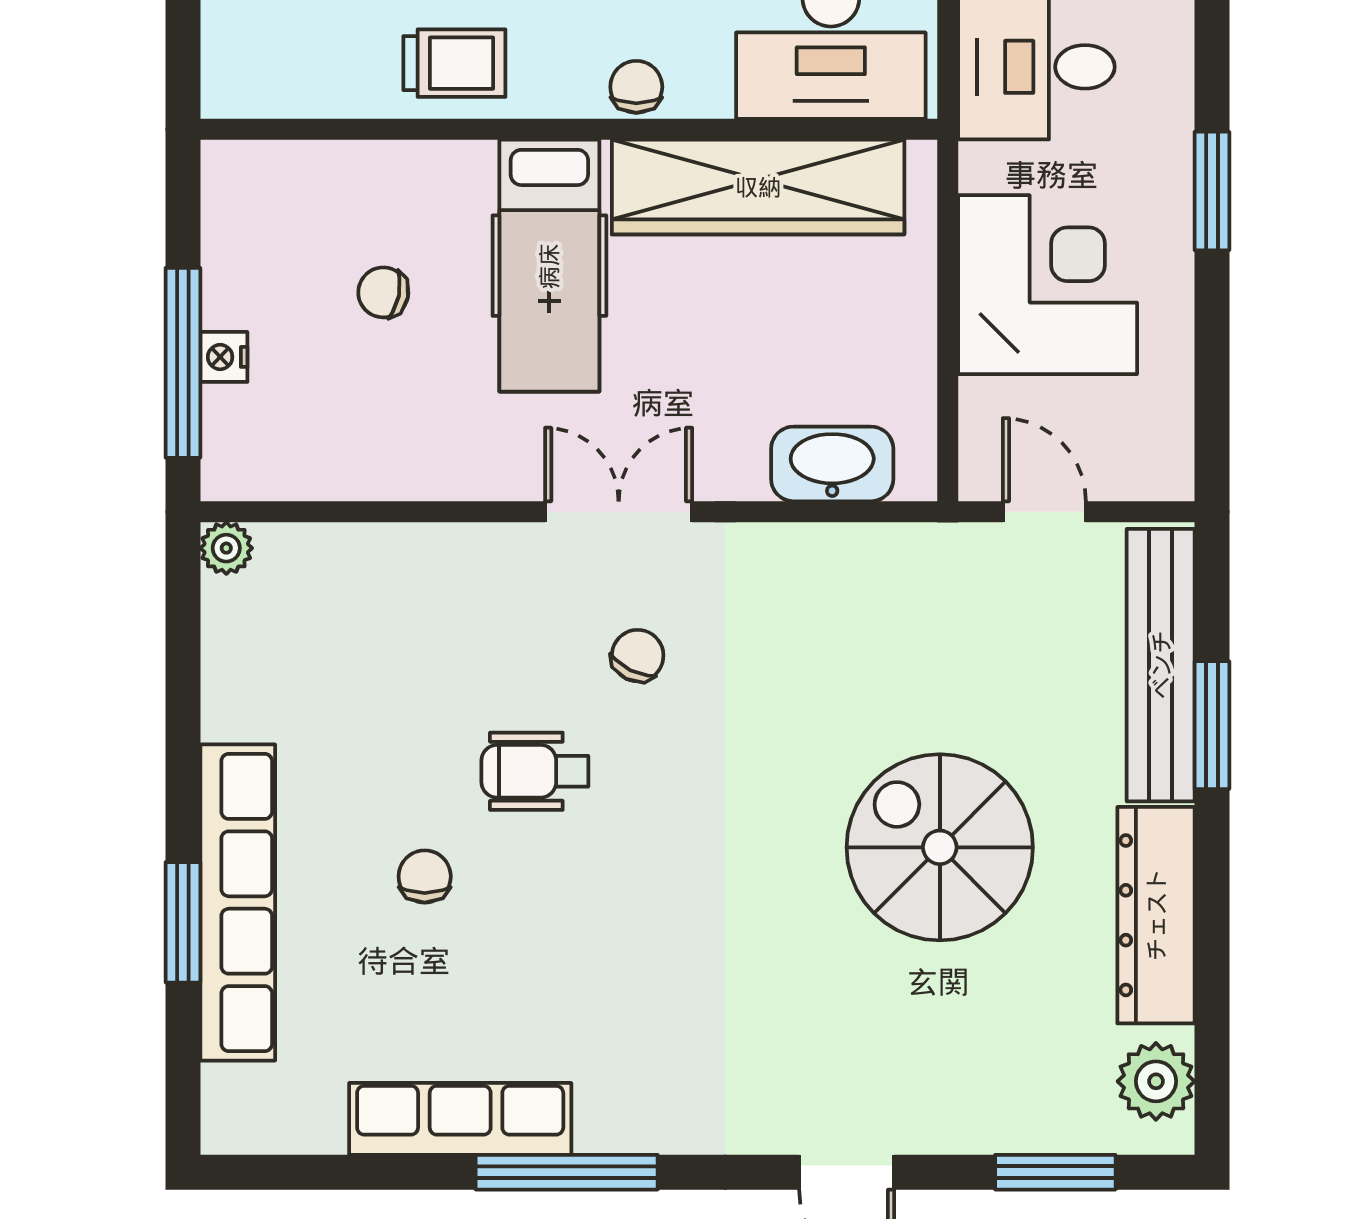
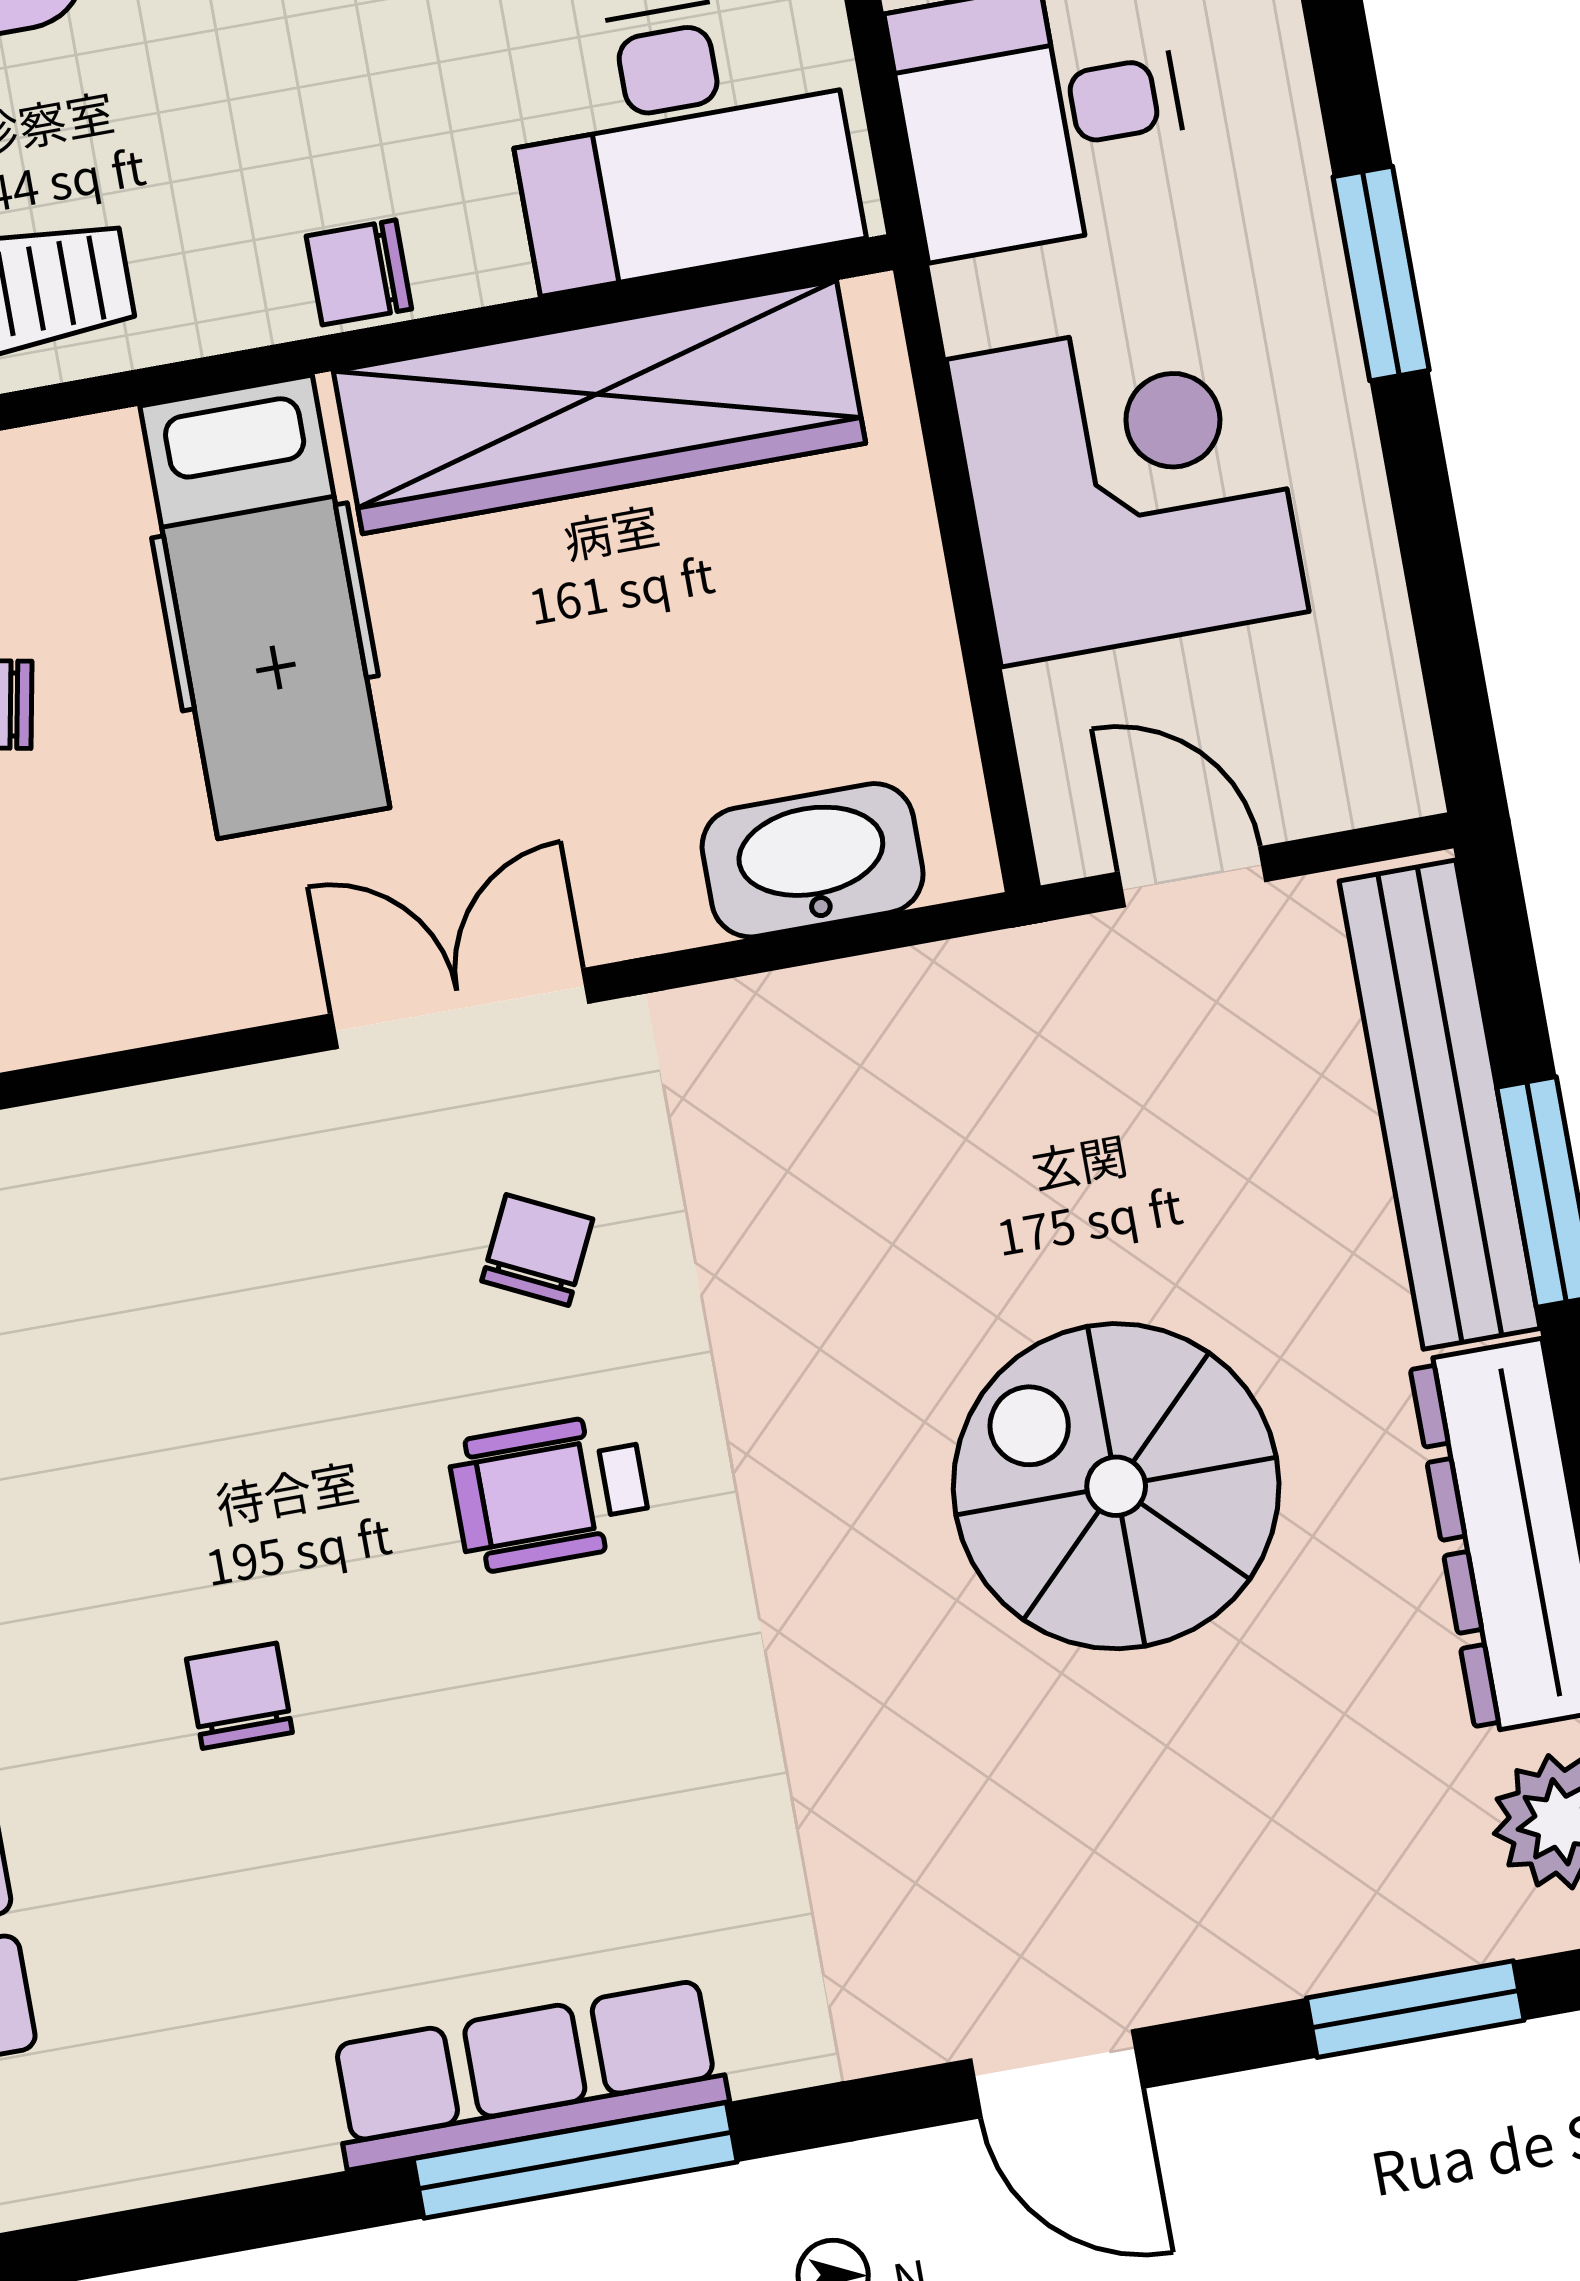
chair: (636, 87) -> (359, 272), turned -90
wheelchair: (535, 771) -> (550, 1493), moved
row of seats: (460, 1119) -> (527, 2074), moved

